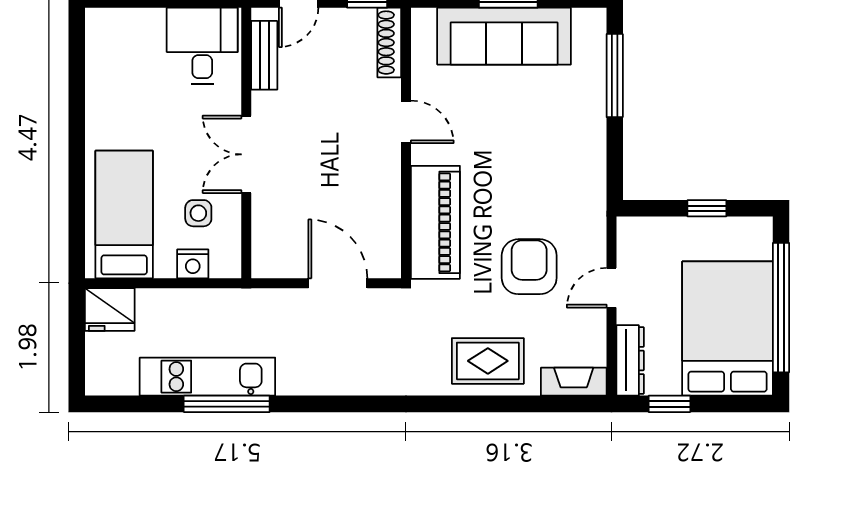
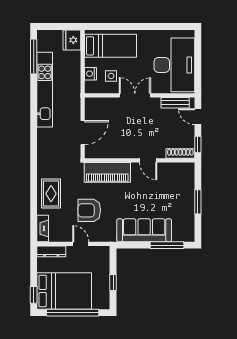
sofa: (504, 36) -> (144, 230), moved, turned 90
desk: (202, 46) -> (174, 65), width x1.87, depth x1.30
door: (406, 122) -> (148, 160), hinge flipped
armchair: (529, 267) -> (89, 210), turned 180
kitchen unit: (207, 377) -> (45, 90), width x1.36
window: (227, 404) -> (34, 56), moved
window: (669, 404) -> (34, 295), moved

